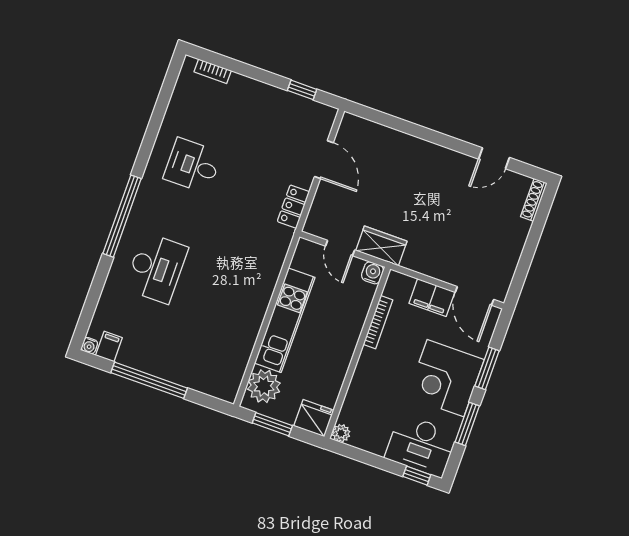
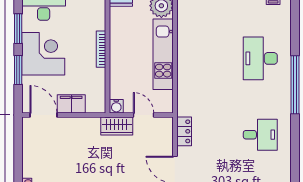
bookcase: (378, 322) -> (101, 49), moved

